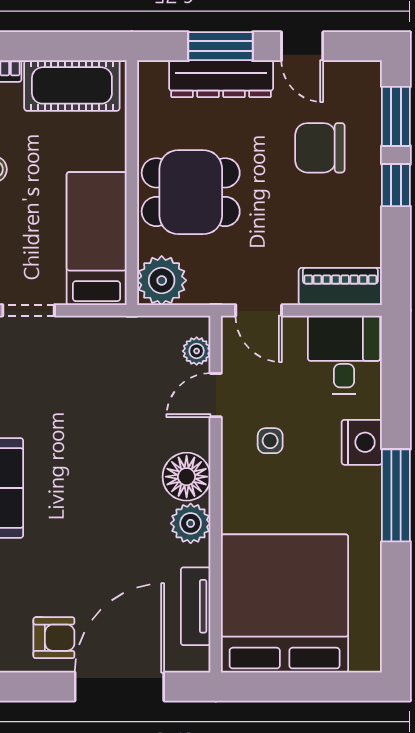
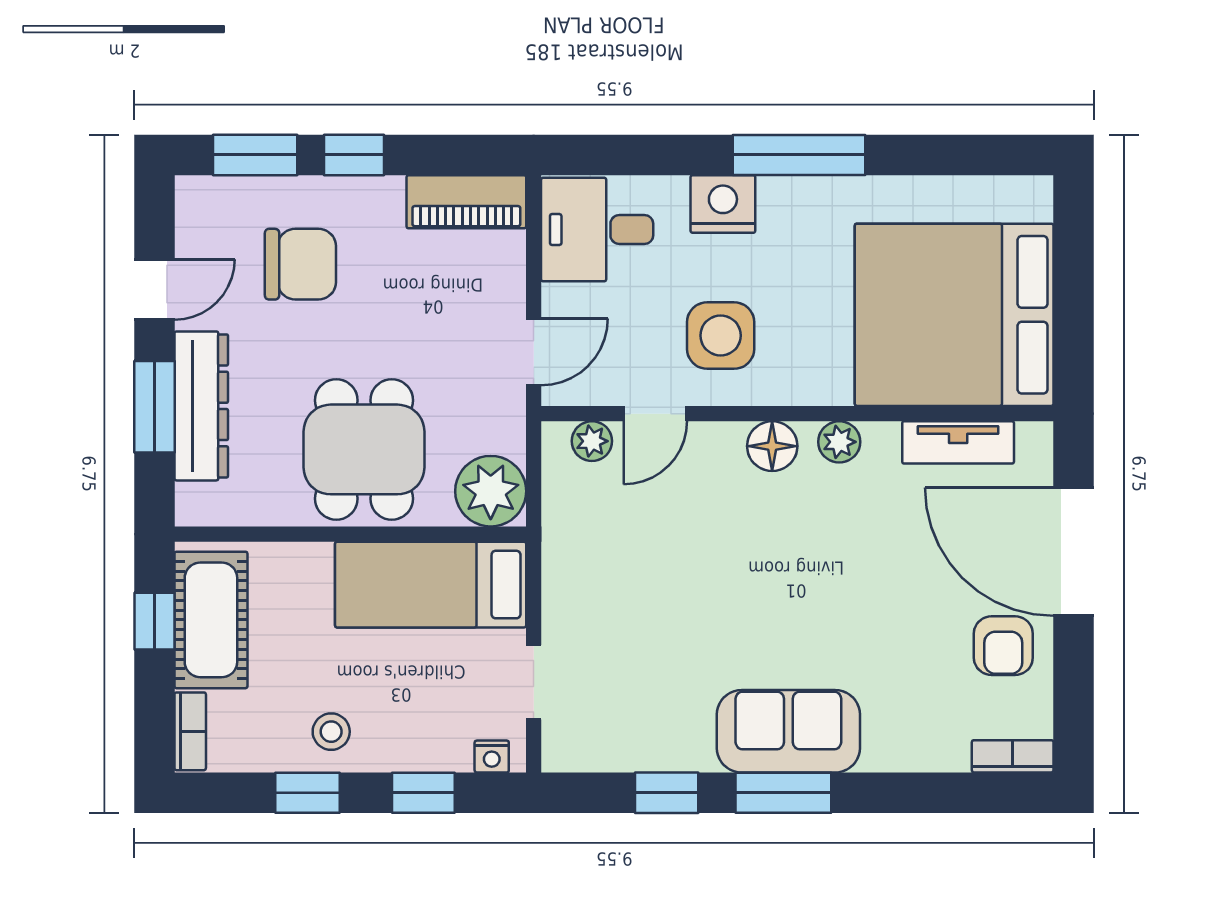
window: (71, 46) -> (154, 621), added
chair: (320, 148) -> (300, 264), turned -90
piano: (340, 287) -> (466, 202), moved, turned -90
door: (216, 395) -> (655, 414), hinge flipped
side table: (270, 441) -> (721, 336), width x1.87, depth x1.87
floor lamp: (187, 477) -> (772, 446), width x0.73, depth x0.73
plant: (191, 523) -> (839, 442), width x0.73, depth x0.73
armchair: (54, 638) -> (1003, 646), turned 180

